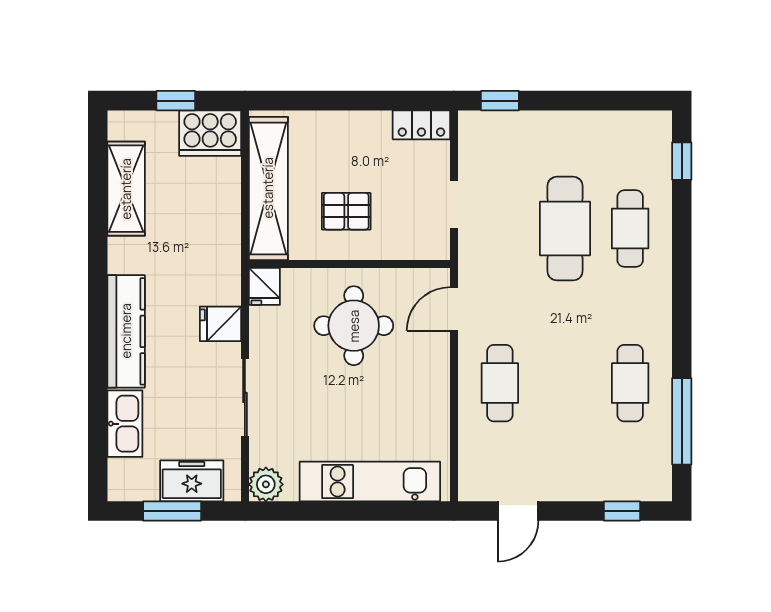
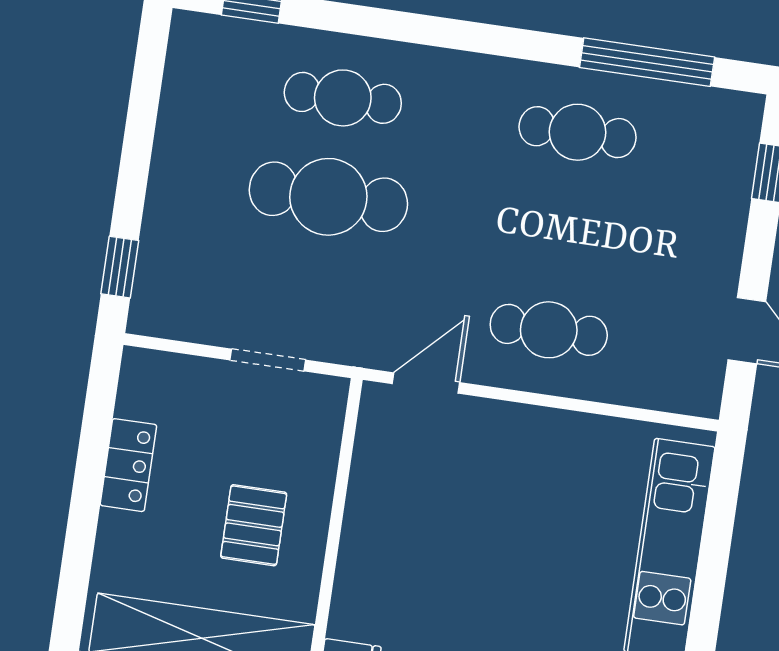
locker: (421, 125) -> (128, 465), moved
door: (454, 309) -> (426, 383), swing flipped
round table: (354, 326) -> (429, 539), removed

